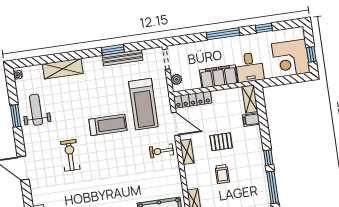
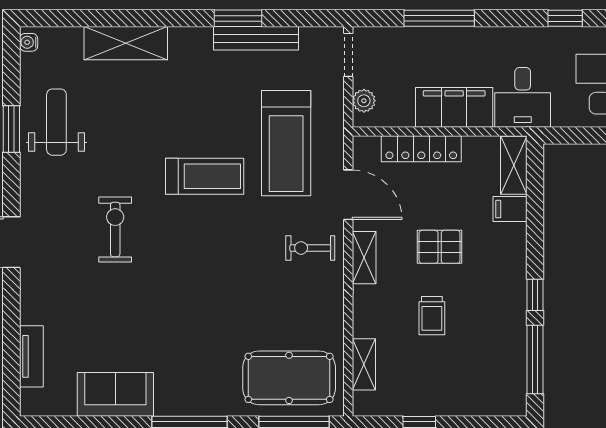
window: (223, 34) -> (439, 18), moved
locker: (193, 100) -> (421, 149), moved

